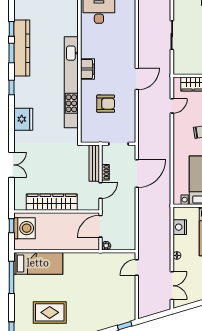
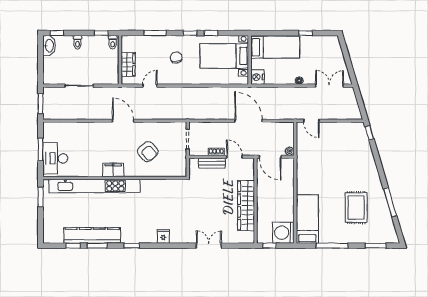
kitchen unit: (71, 82) -> (94, 186), moved
armchair: (106, 104) -> (148, 152), turned 139
door: (172, 106) -> (150, 86), hinge flipped
fridge: (23, 119) -> (163, 236), width x0.53, depth x0.75
bench: (94, 163) -> (212, 163), width x0.73
door: (137, 174) -> (248, 121), moved
nightstand: (180, 227) -> (257, 77), moved, turned 90
washing machine: (24, 228) -> (283, 233), moved, turned -90
window: (12, 277) -> (332, 246), moved

